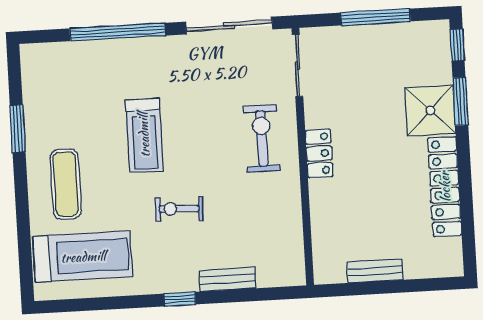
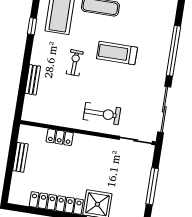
locker: (319, 153) -> (60, 137), moved
window: (180, 299) -> (32, 26), moved

